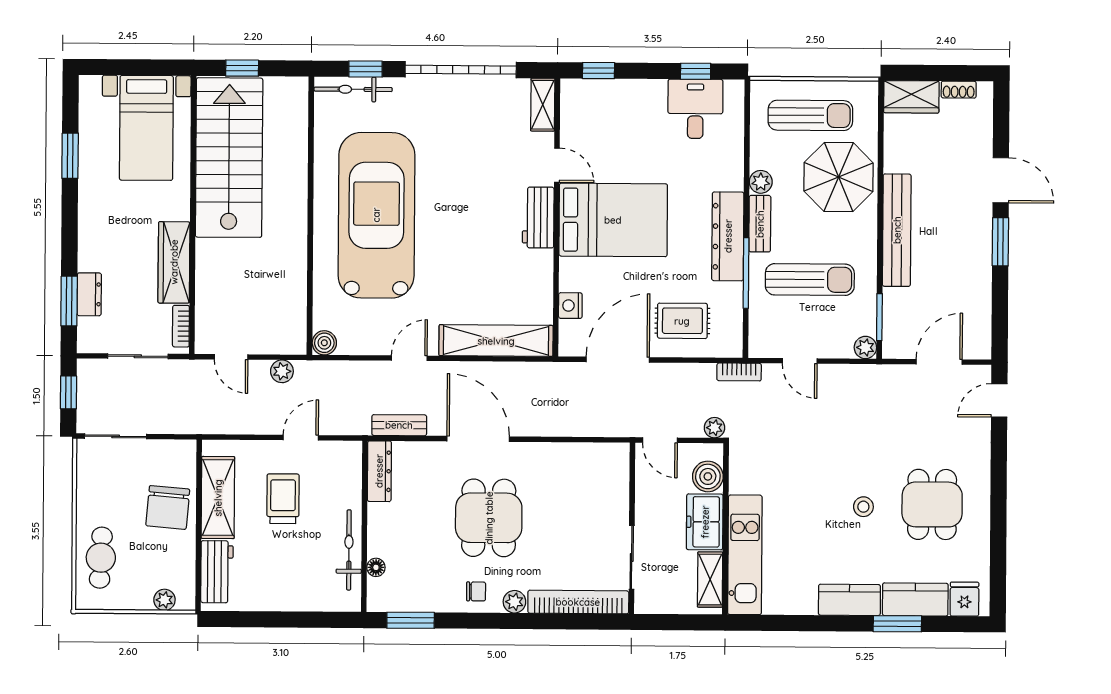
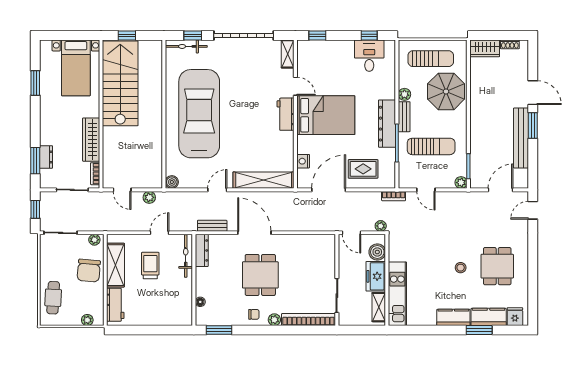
bench: (897, 230) -> (521, 138), moved
plant: (179, 450) -> (94, 240), added
bicycle: (349, 550) -> (186, 256), moved

